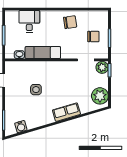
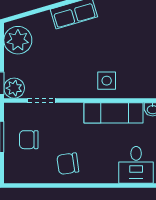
side table: (36, 90) -> (107, 81), moved

